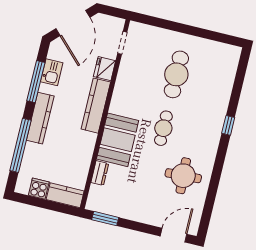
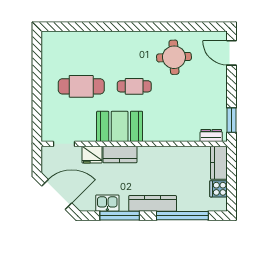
kitchen counter: (96, 106) -> (120, 154), width x0.67
window: (228, 125) -> (117, 27), removed
booth: (118, 140) -> (120, 126), moved
dresser: (100, 173) -> (211, 136), moved

